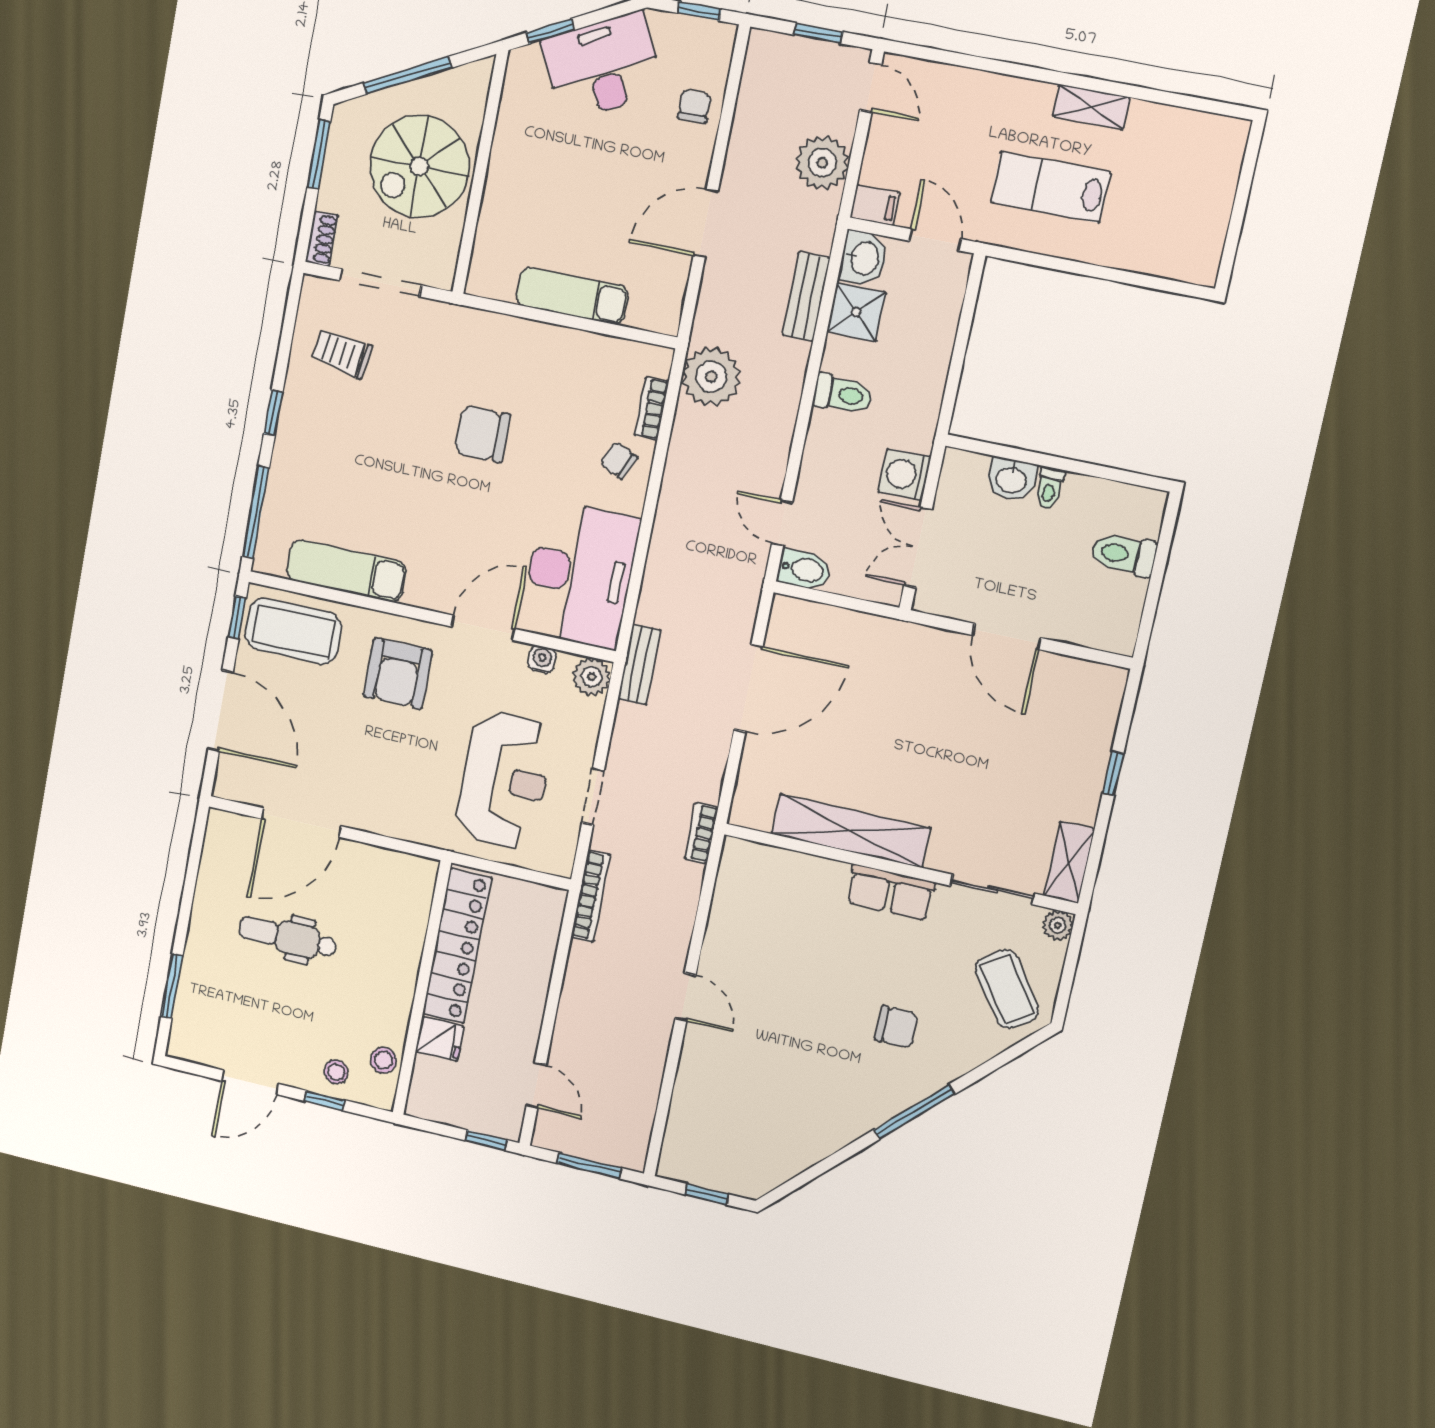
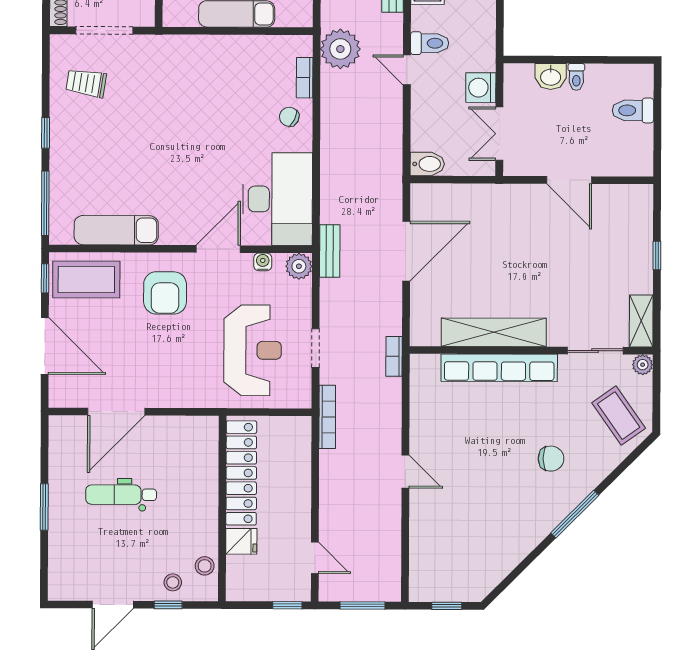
chair: (483, 434) -> (193, 118), removed
door: (782, 523) -> (407, 70), moved
row of seats: (891, 892) -> (499, 368), width x2.02
window: (172, 986) -> (44, 507), moved

